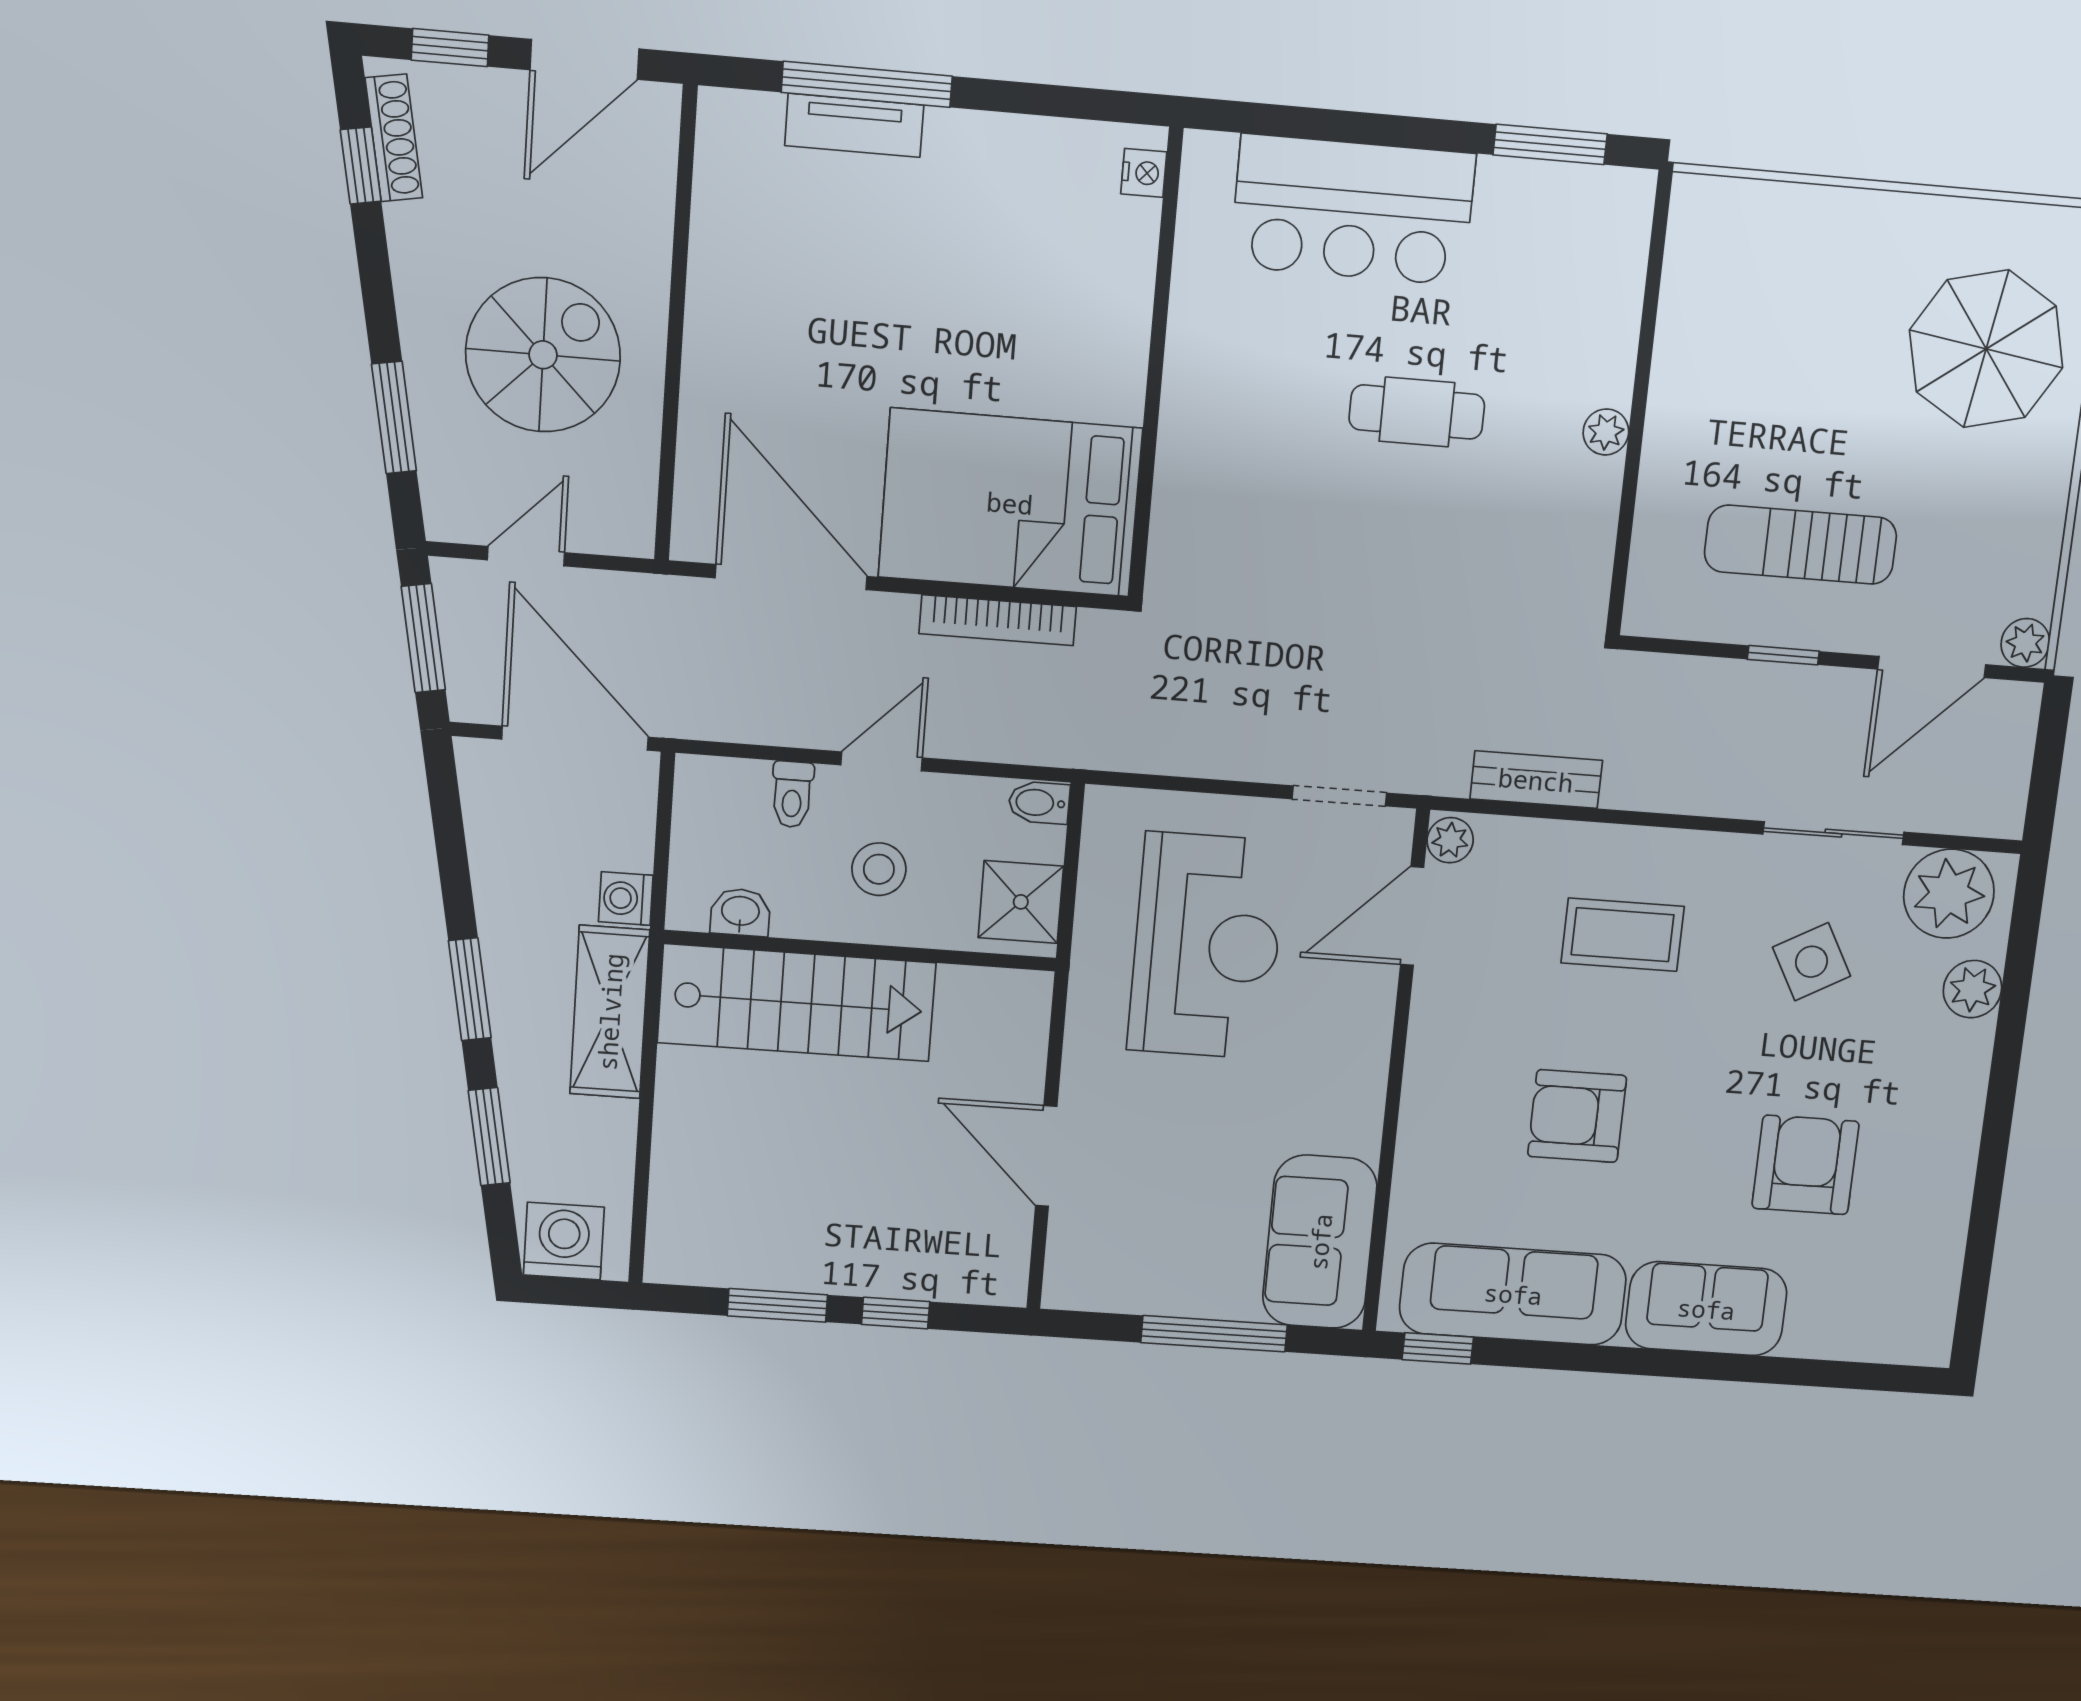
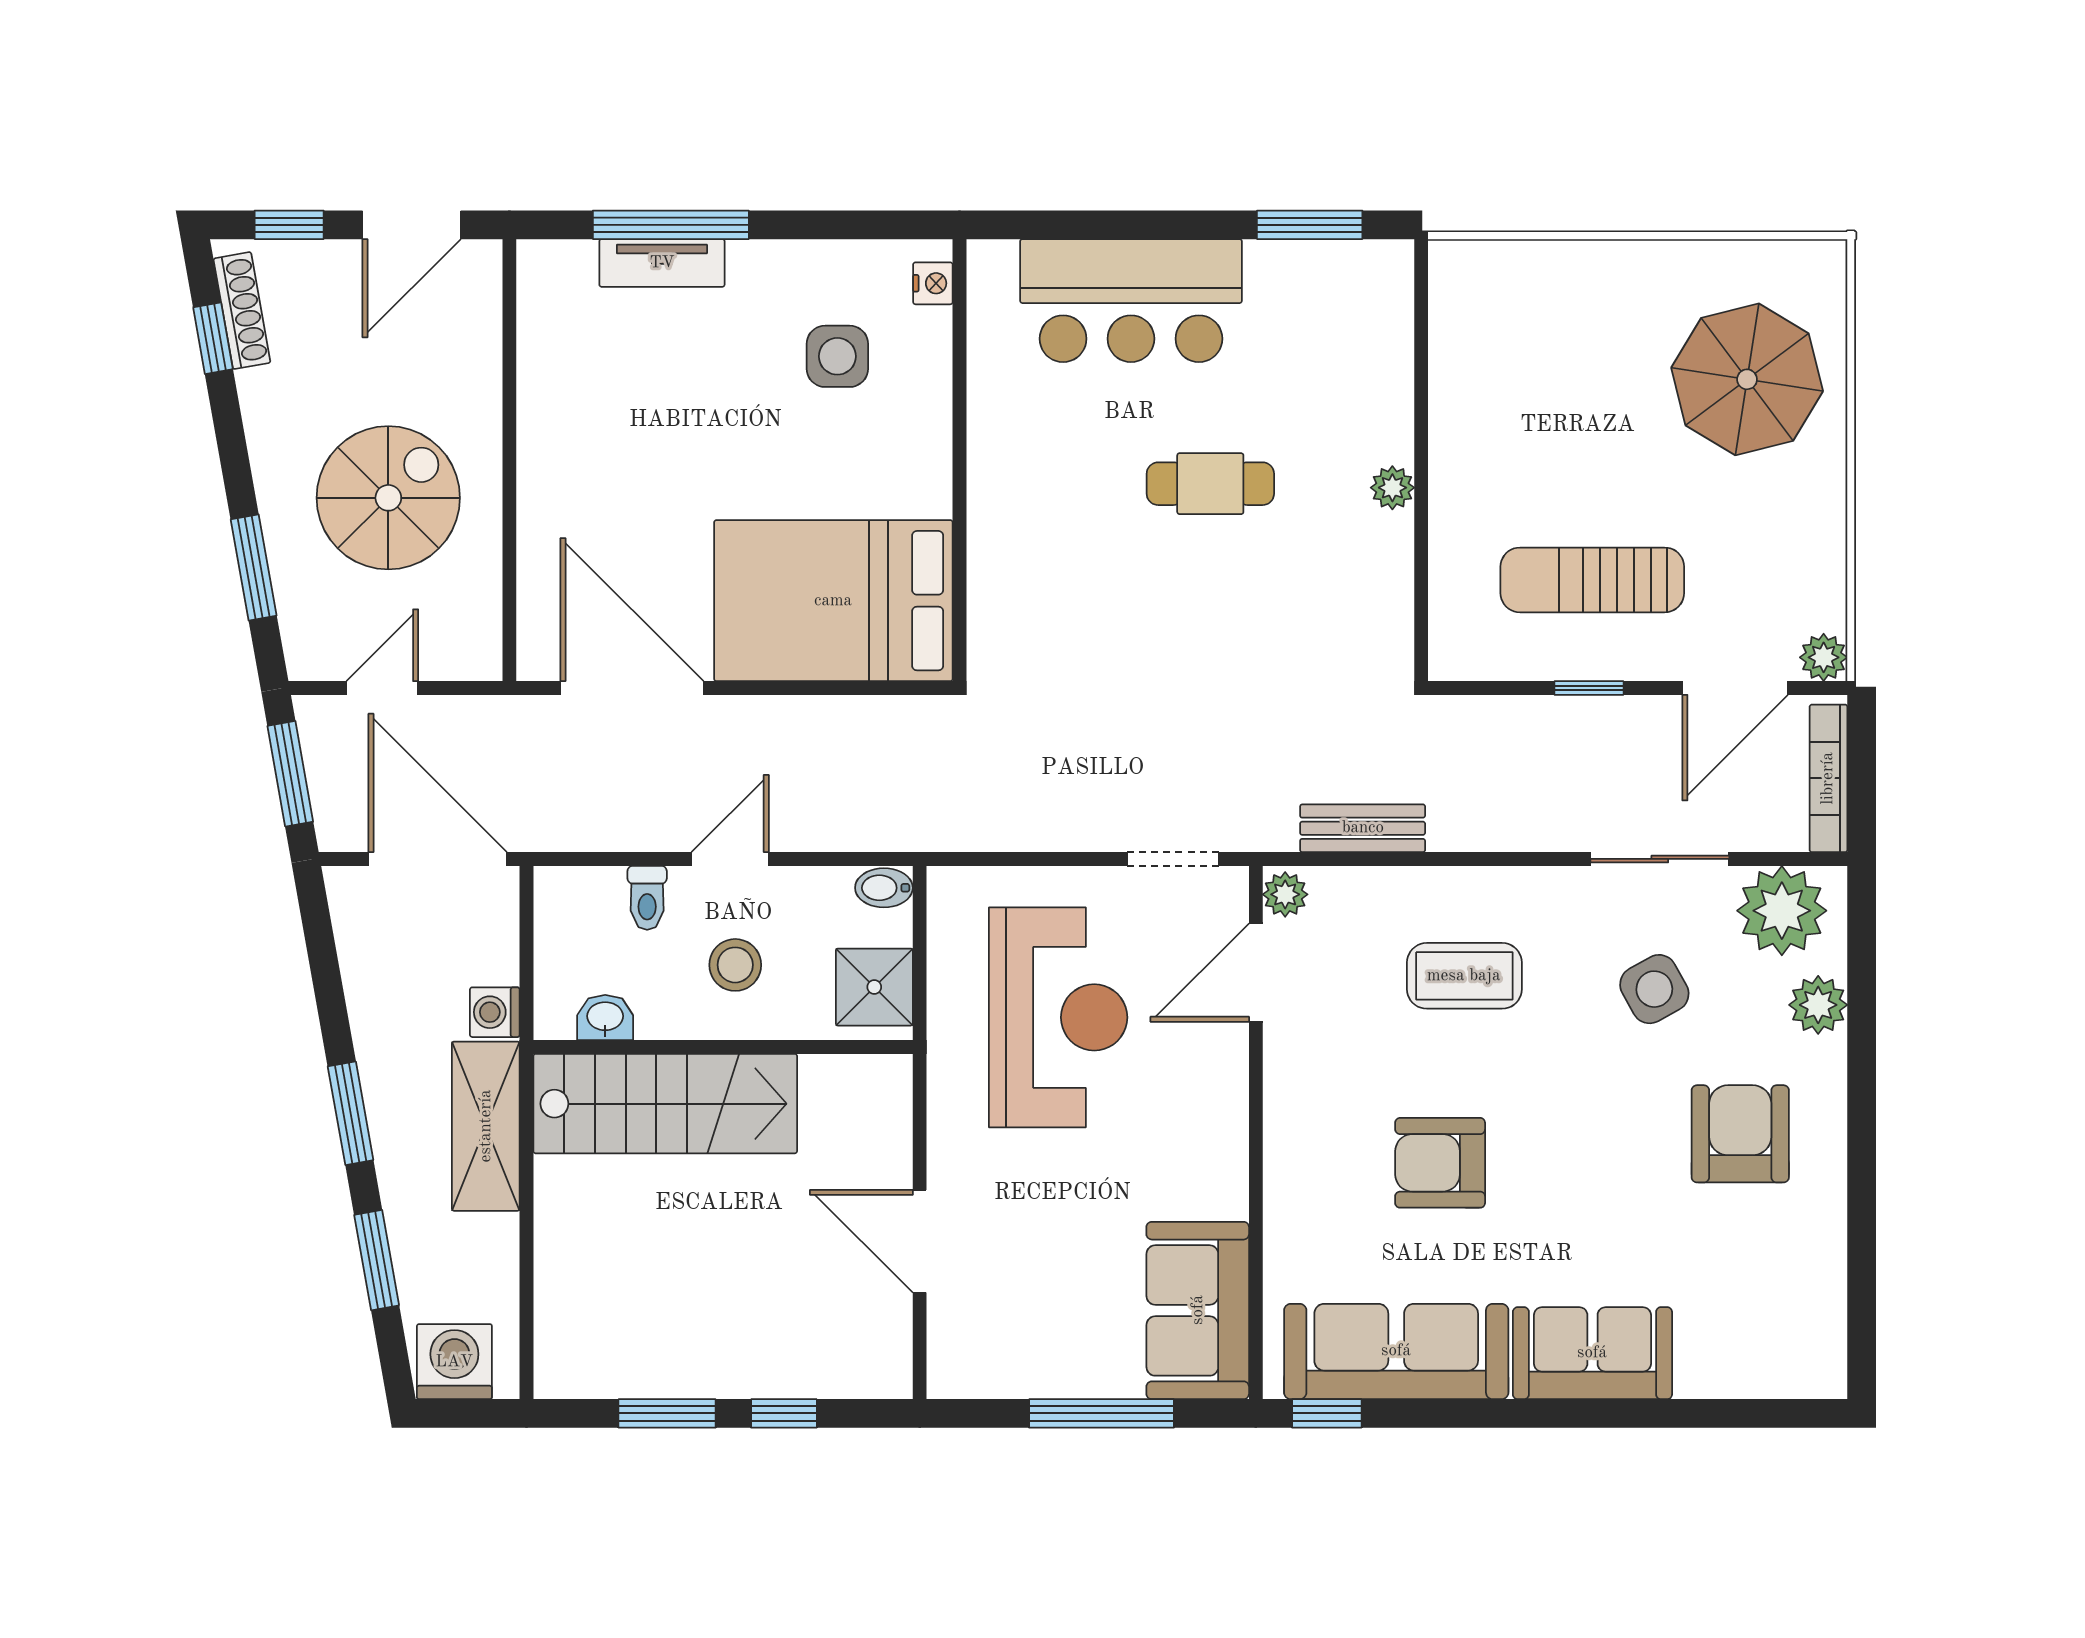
side table: (1035, 243) -> (837, 356), added
bookcase: (998, 620) -> (1828, 778), moved, turned 90
armchair: (1805, 1165) -> (1740, 1134), moved

